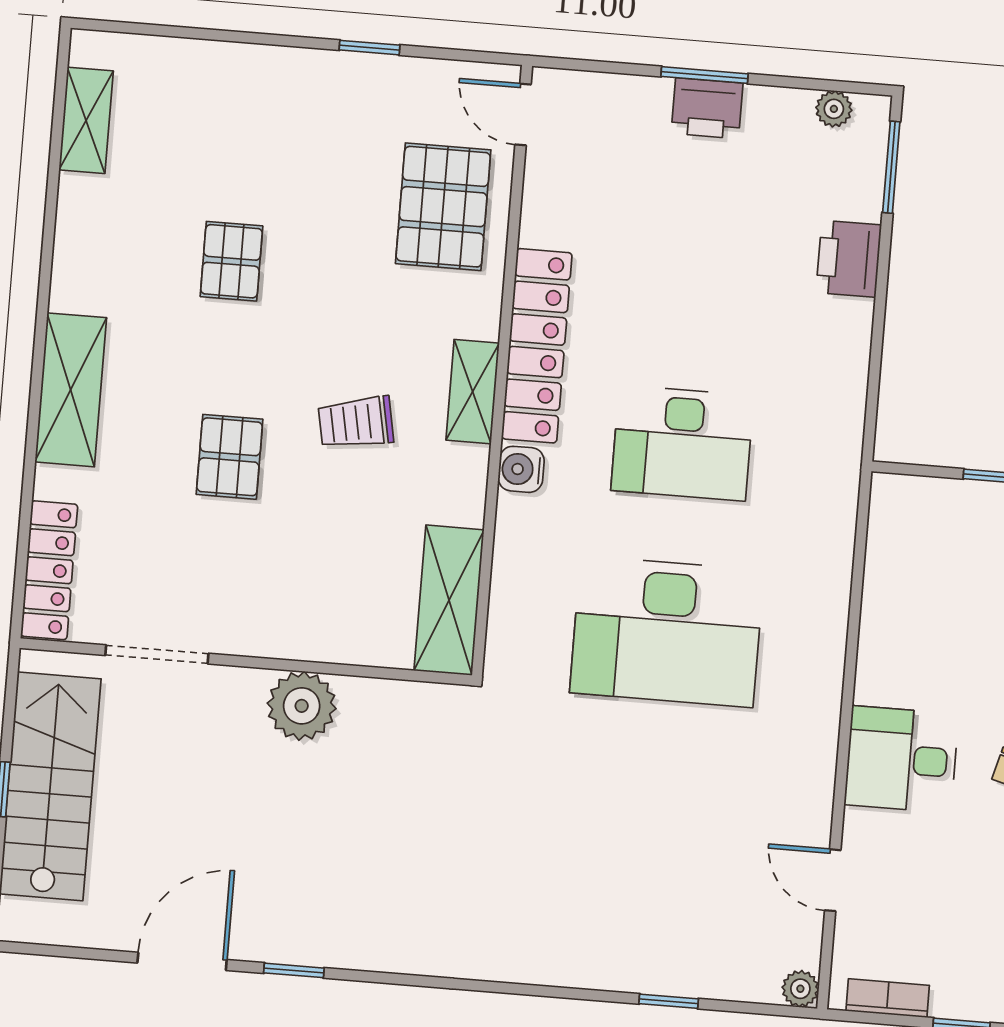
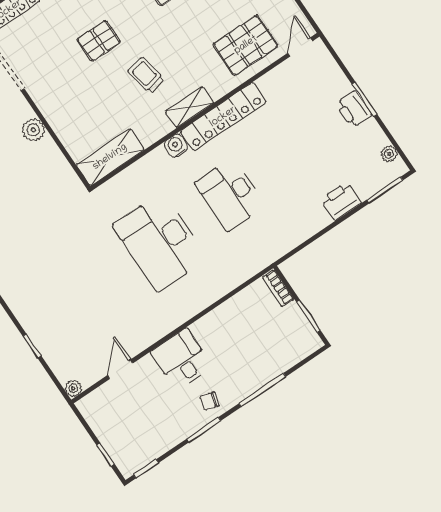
plant: (302, 706) -> (33, 130), width x0.73, depth x0.73
bookcase: (888, 998) -> (278, 288), moved, turned 180

